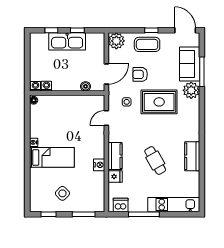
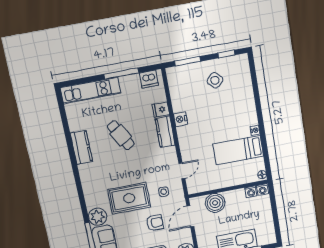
boiler: (86, 86) -> (215, 203), width x1.86, depth x1.86
bed: (52, 157) -> (238, 150), moved

